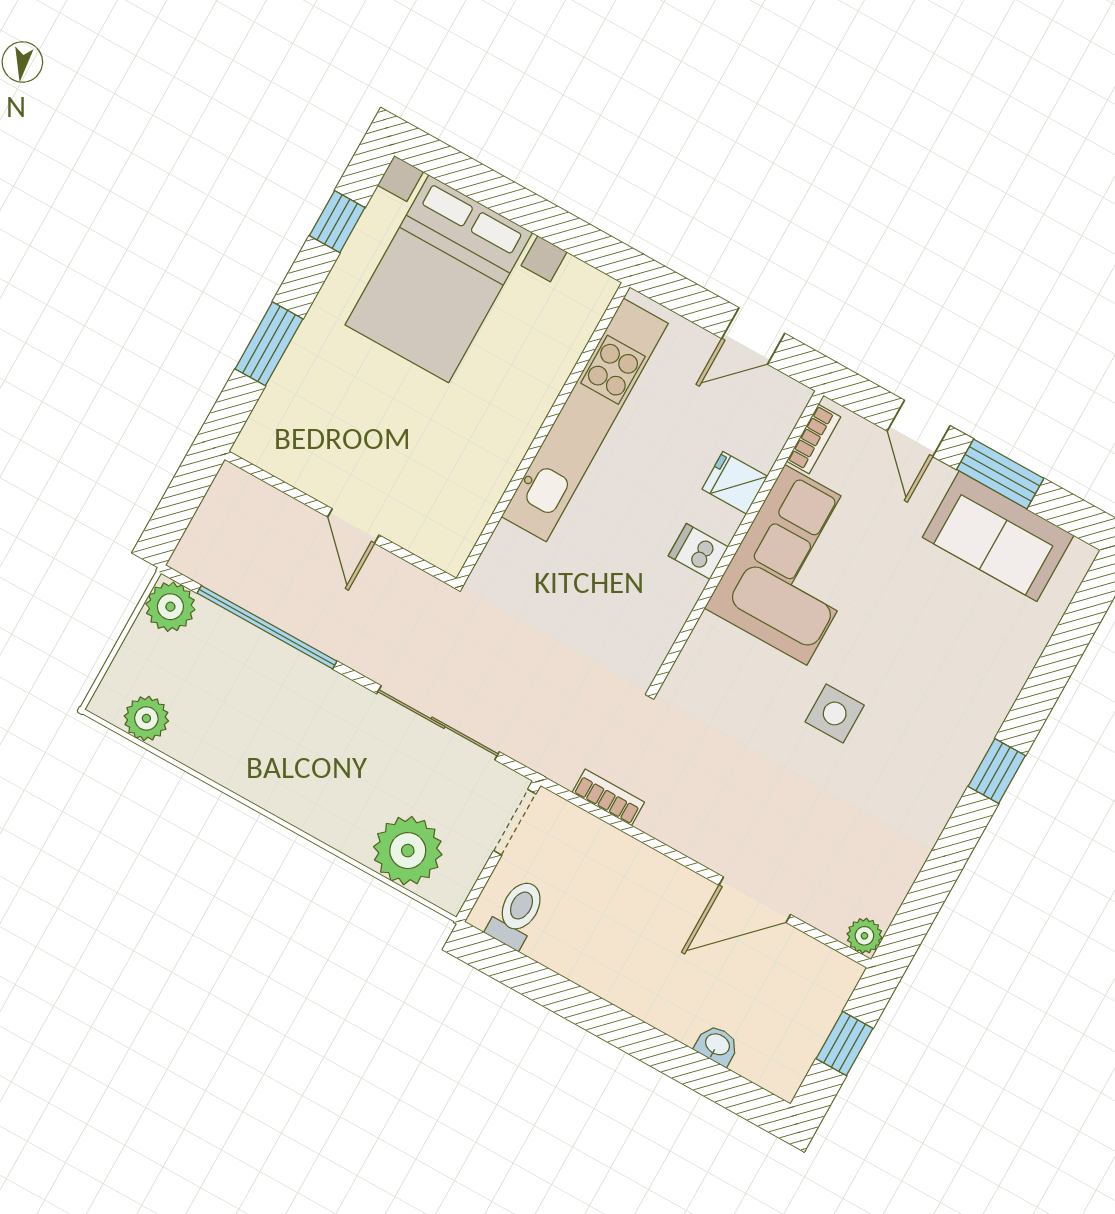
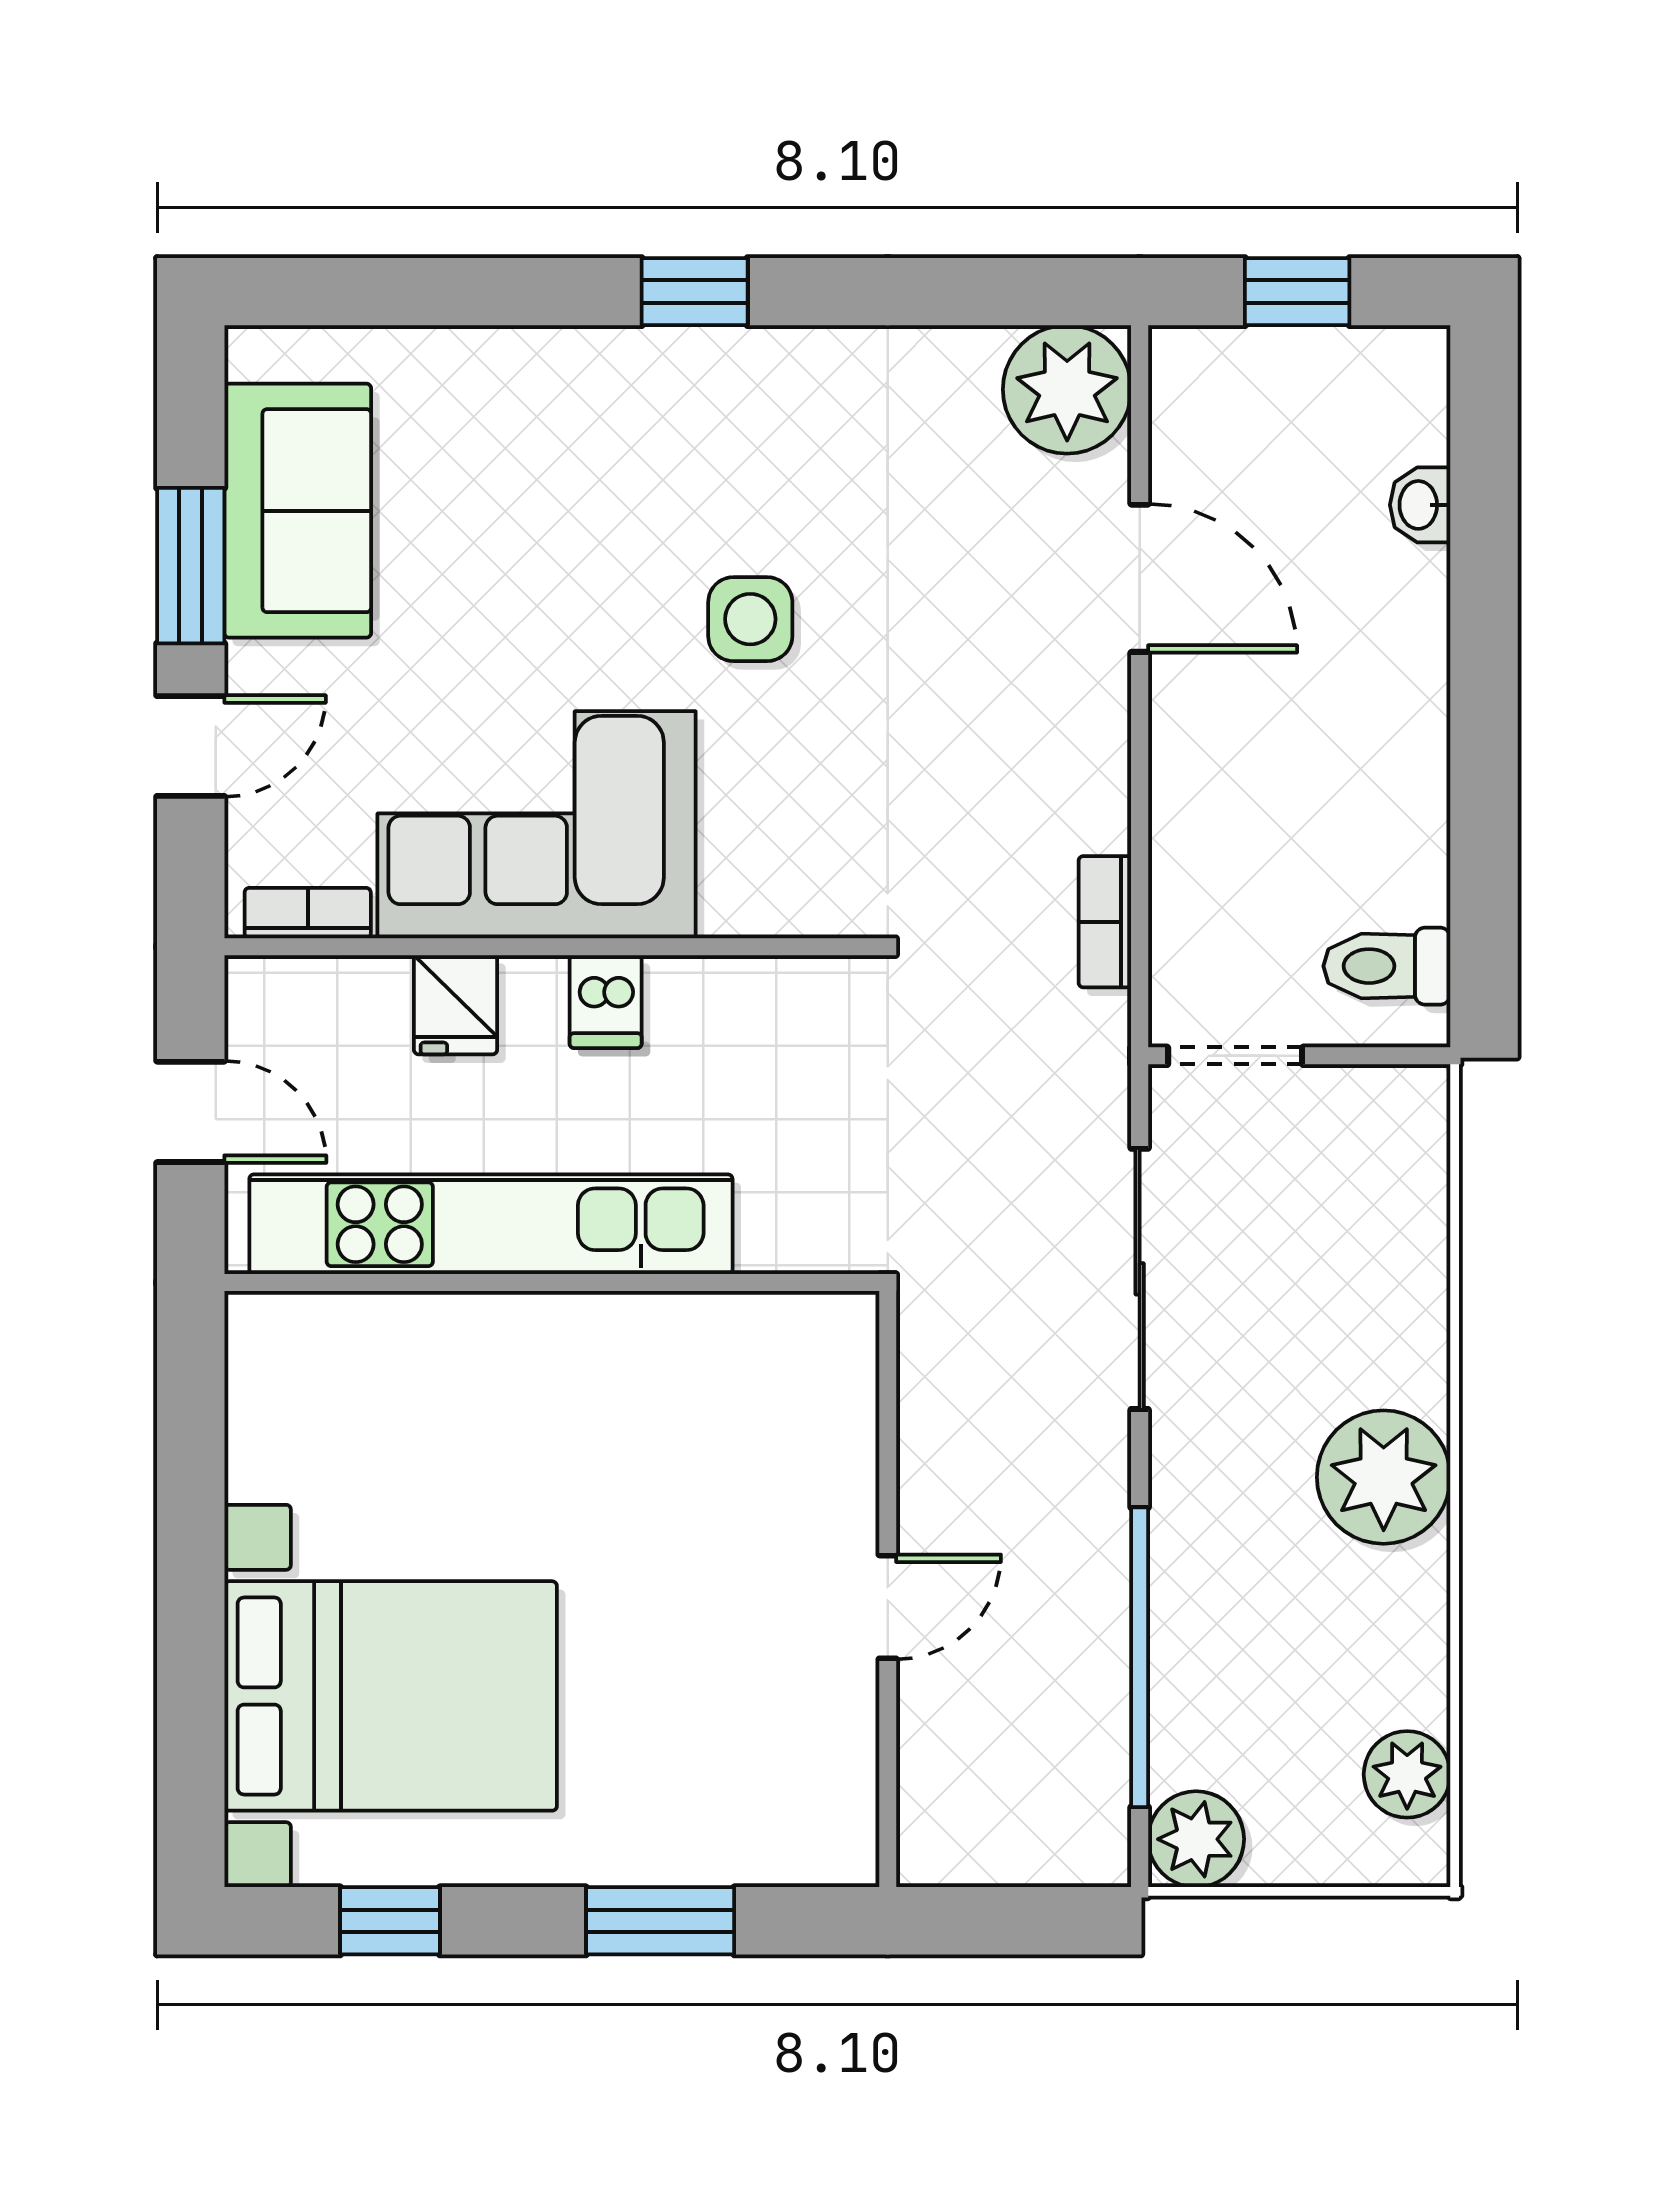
kitchen unit: (585, 420) -> (491, 1224), moved
wall: (543, 433) -> (552, 1283), moved
plant: (408, 851) -> (1384, 1477), moved
plant: (864, 936) -> (1067, 389), width x1.88, depth x1.88

